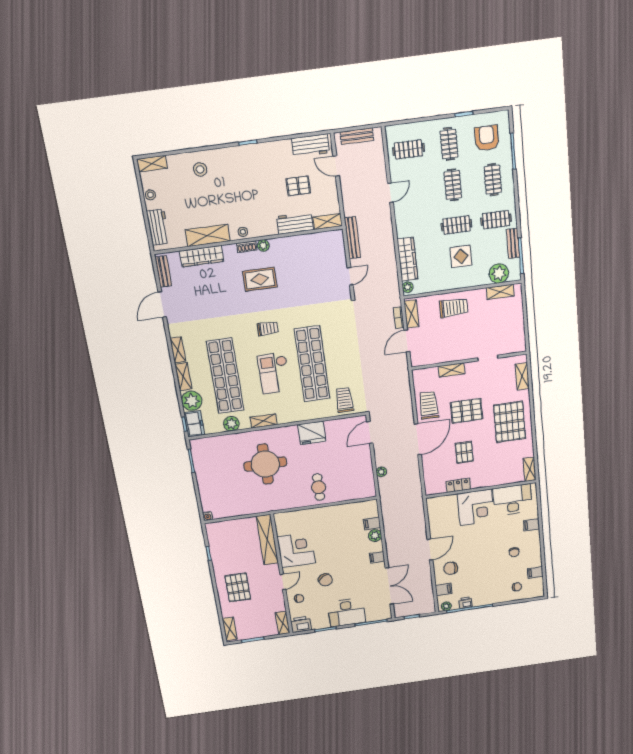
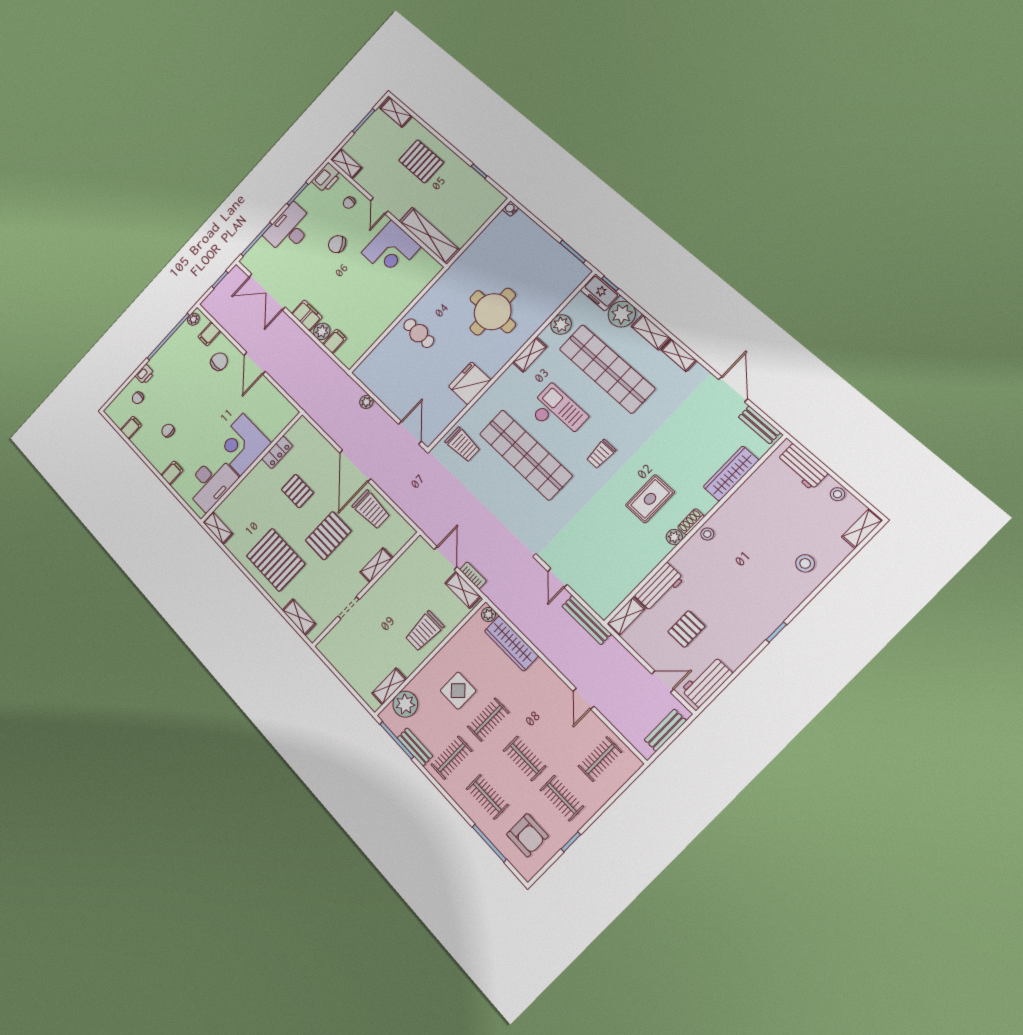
shelving: (208, 235) -> (742, 500), removed
filing cabinet: (377, 557) -> (307, 315), width x2.00
printer: (465, 603) -> (145, 374), moved

